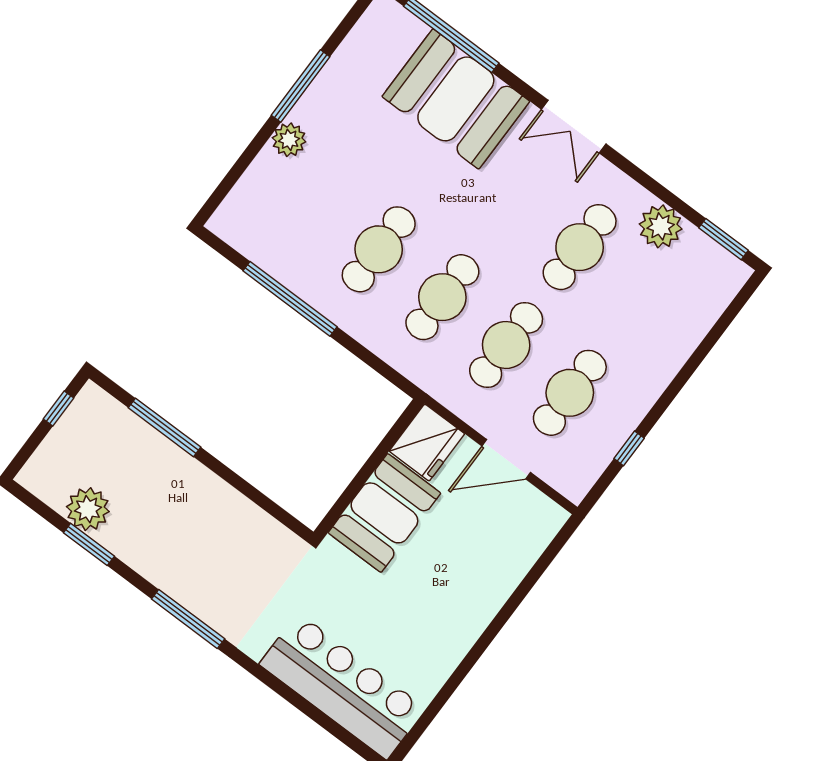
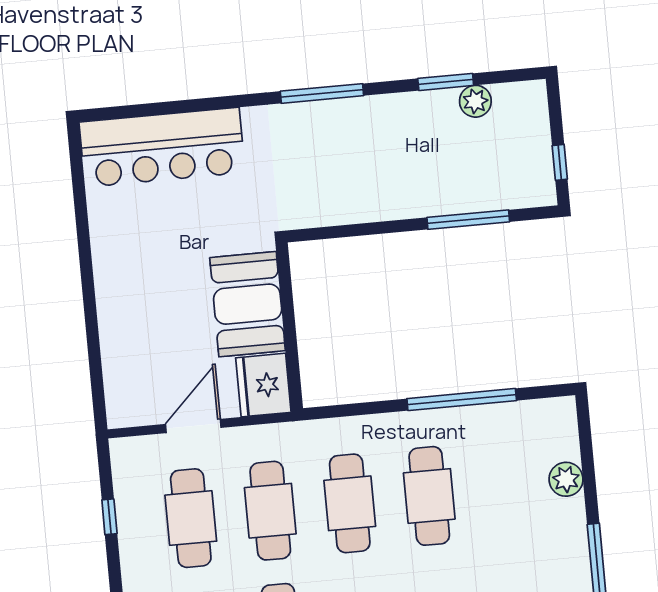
plant: (289, 140) -> (566, 479), moved
plant: (88, 509) -> (475, 101), width x0.73, depth x0.73

